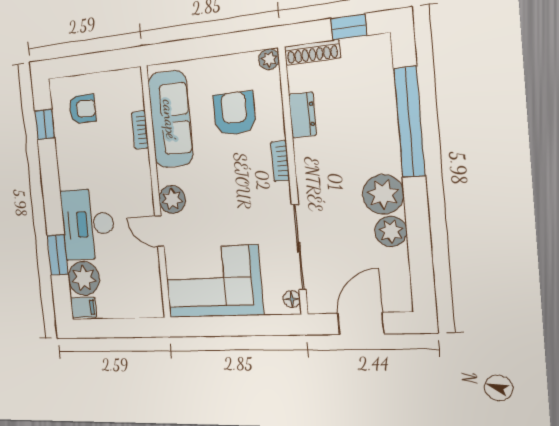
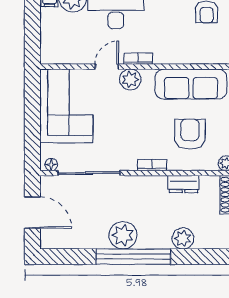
armchair: (234, 113) -> (190, 134), turned -90
window: (409, 122) -> (133, 257), moved
bookcase: (140, 130) -> (138, 59), moved
plant: (391, 231) -> (183, 238), moved

